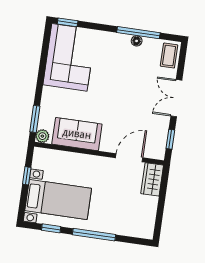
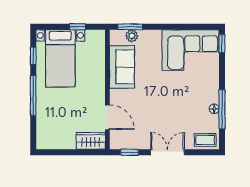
plant: (42, 136) -> (132, 36), moved

